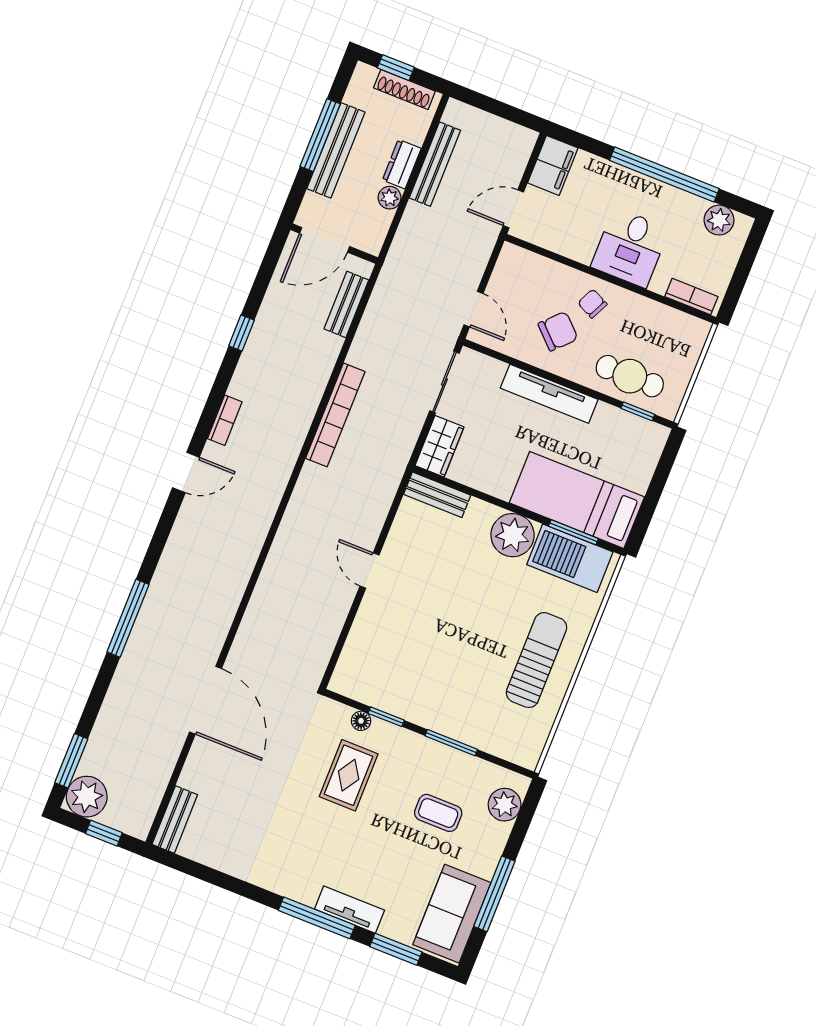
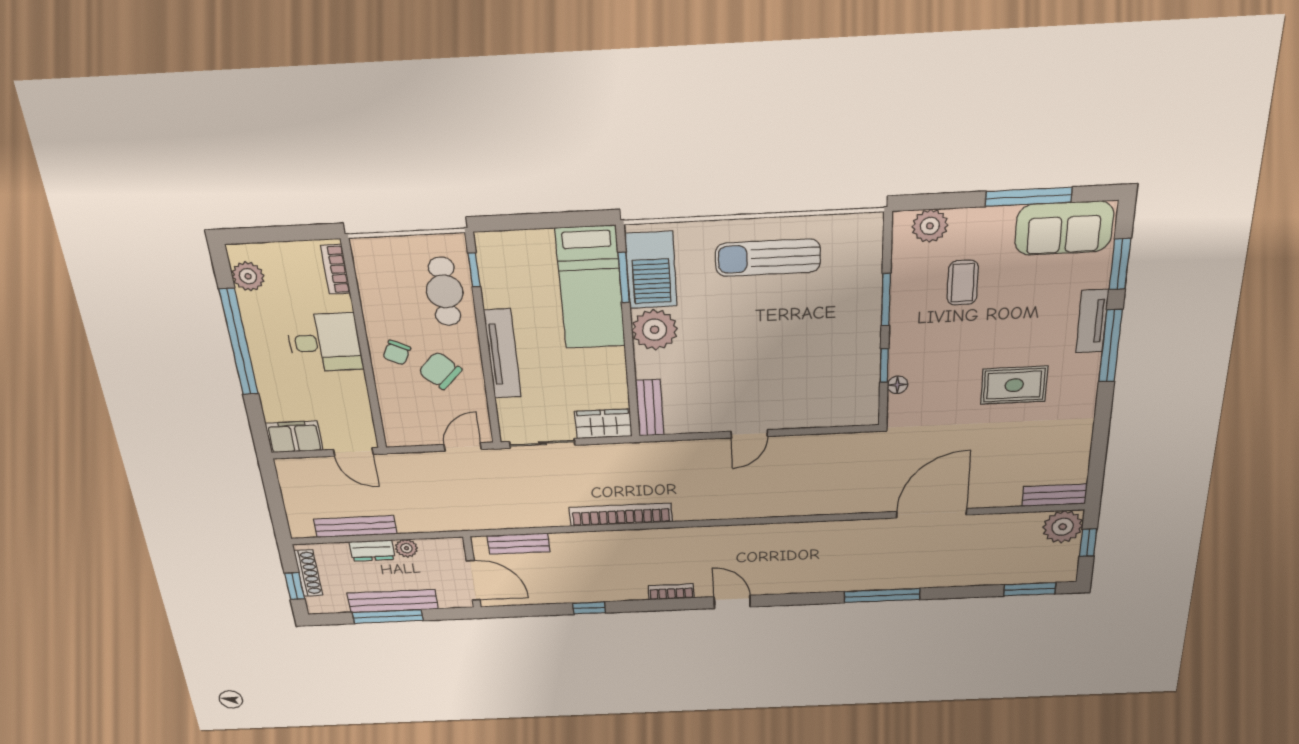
rug: (349, 775) -> (1014, 385), moved
plant: (87, 797) -> (1063, 527), moved

